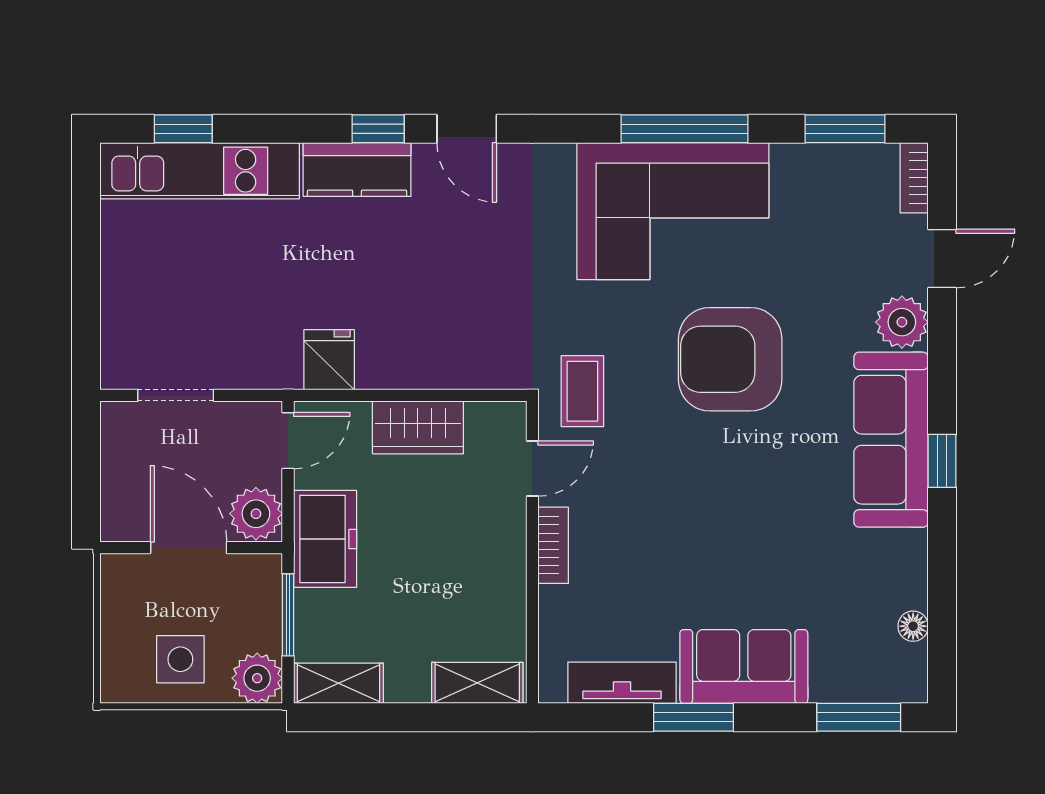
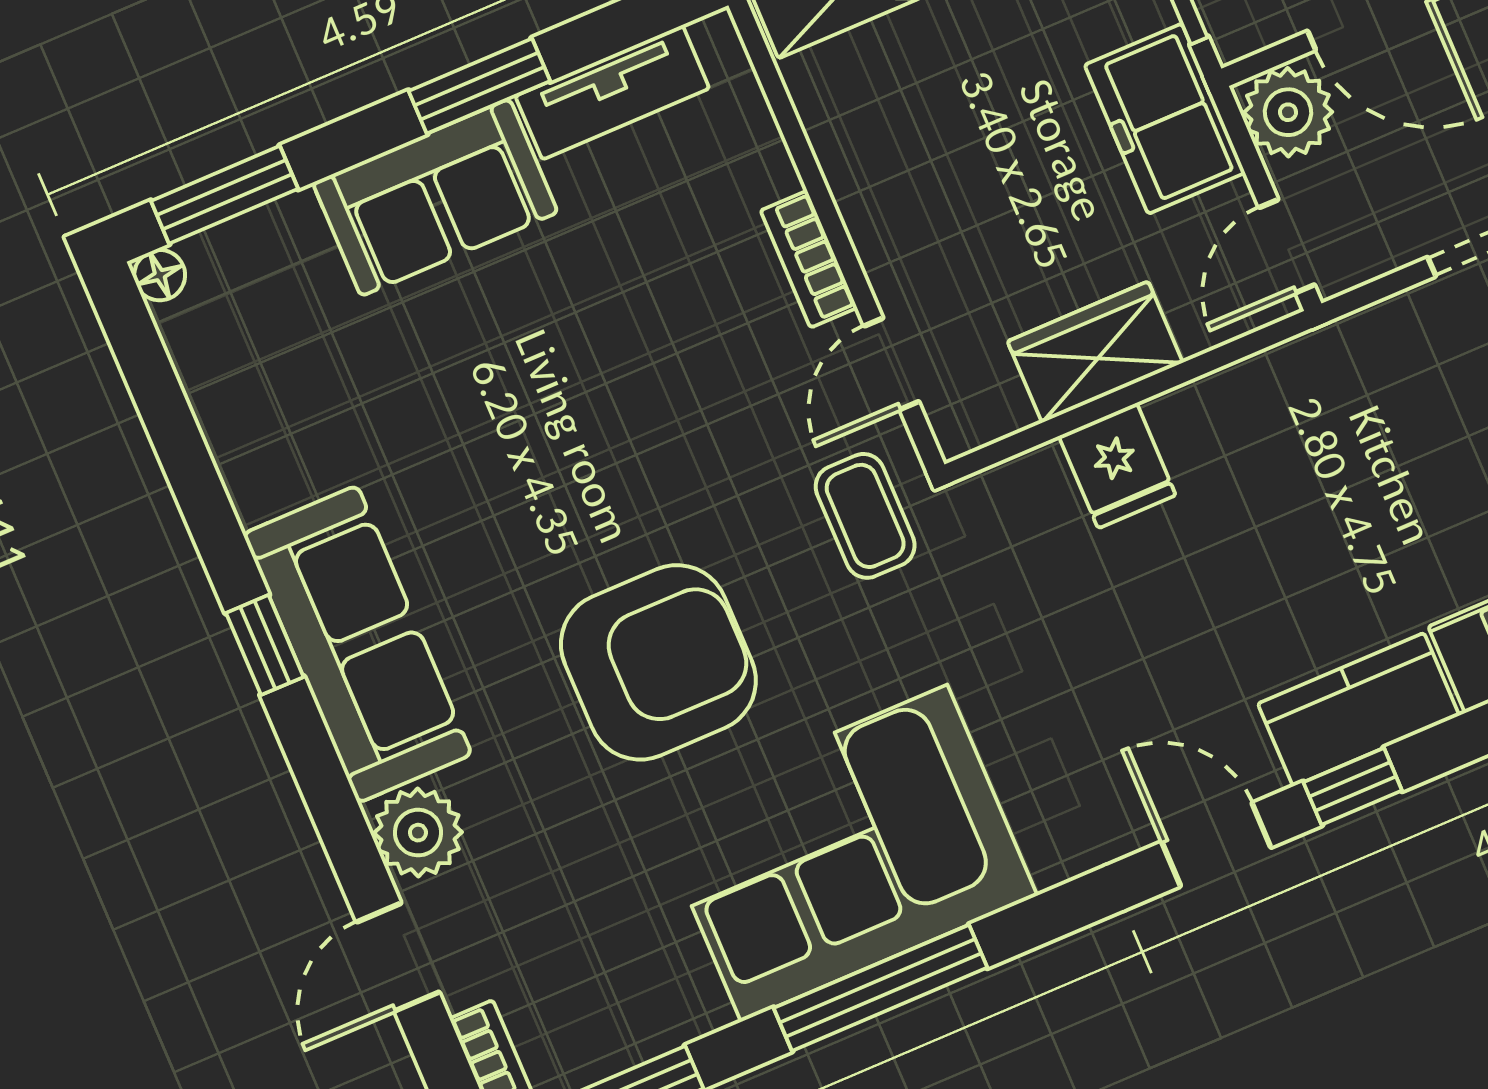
fridge: (329, 360) -> (1117, 466), moved
floor lamp: (913, 626) -> (160, 275), moved

